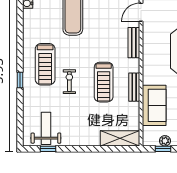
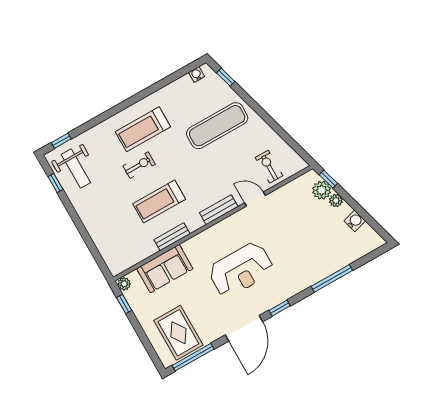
window: (20, 80) -> (61, 141), moved
weight bench: (46, 128) -> (76, 169), turned 90
shelving: (120, 138) -> (110, 252), removed
plant: (165, 141) -> (124, 284), moved

